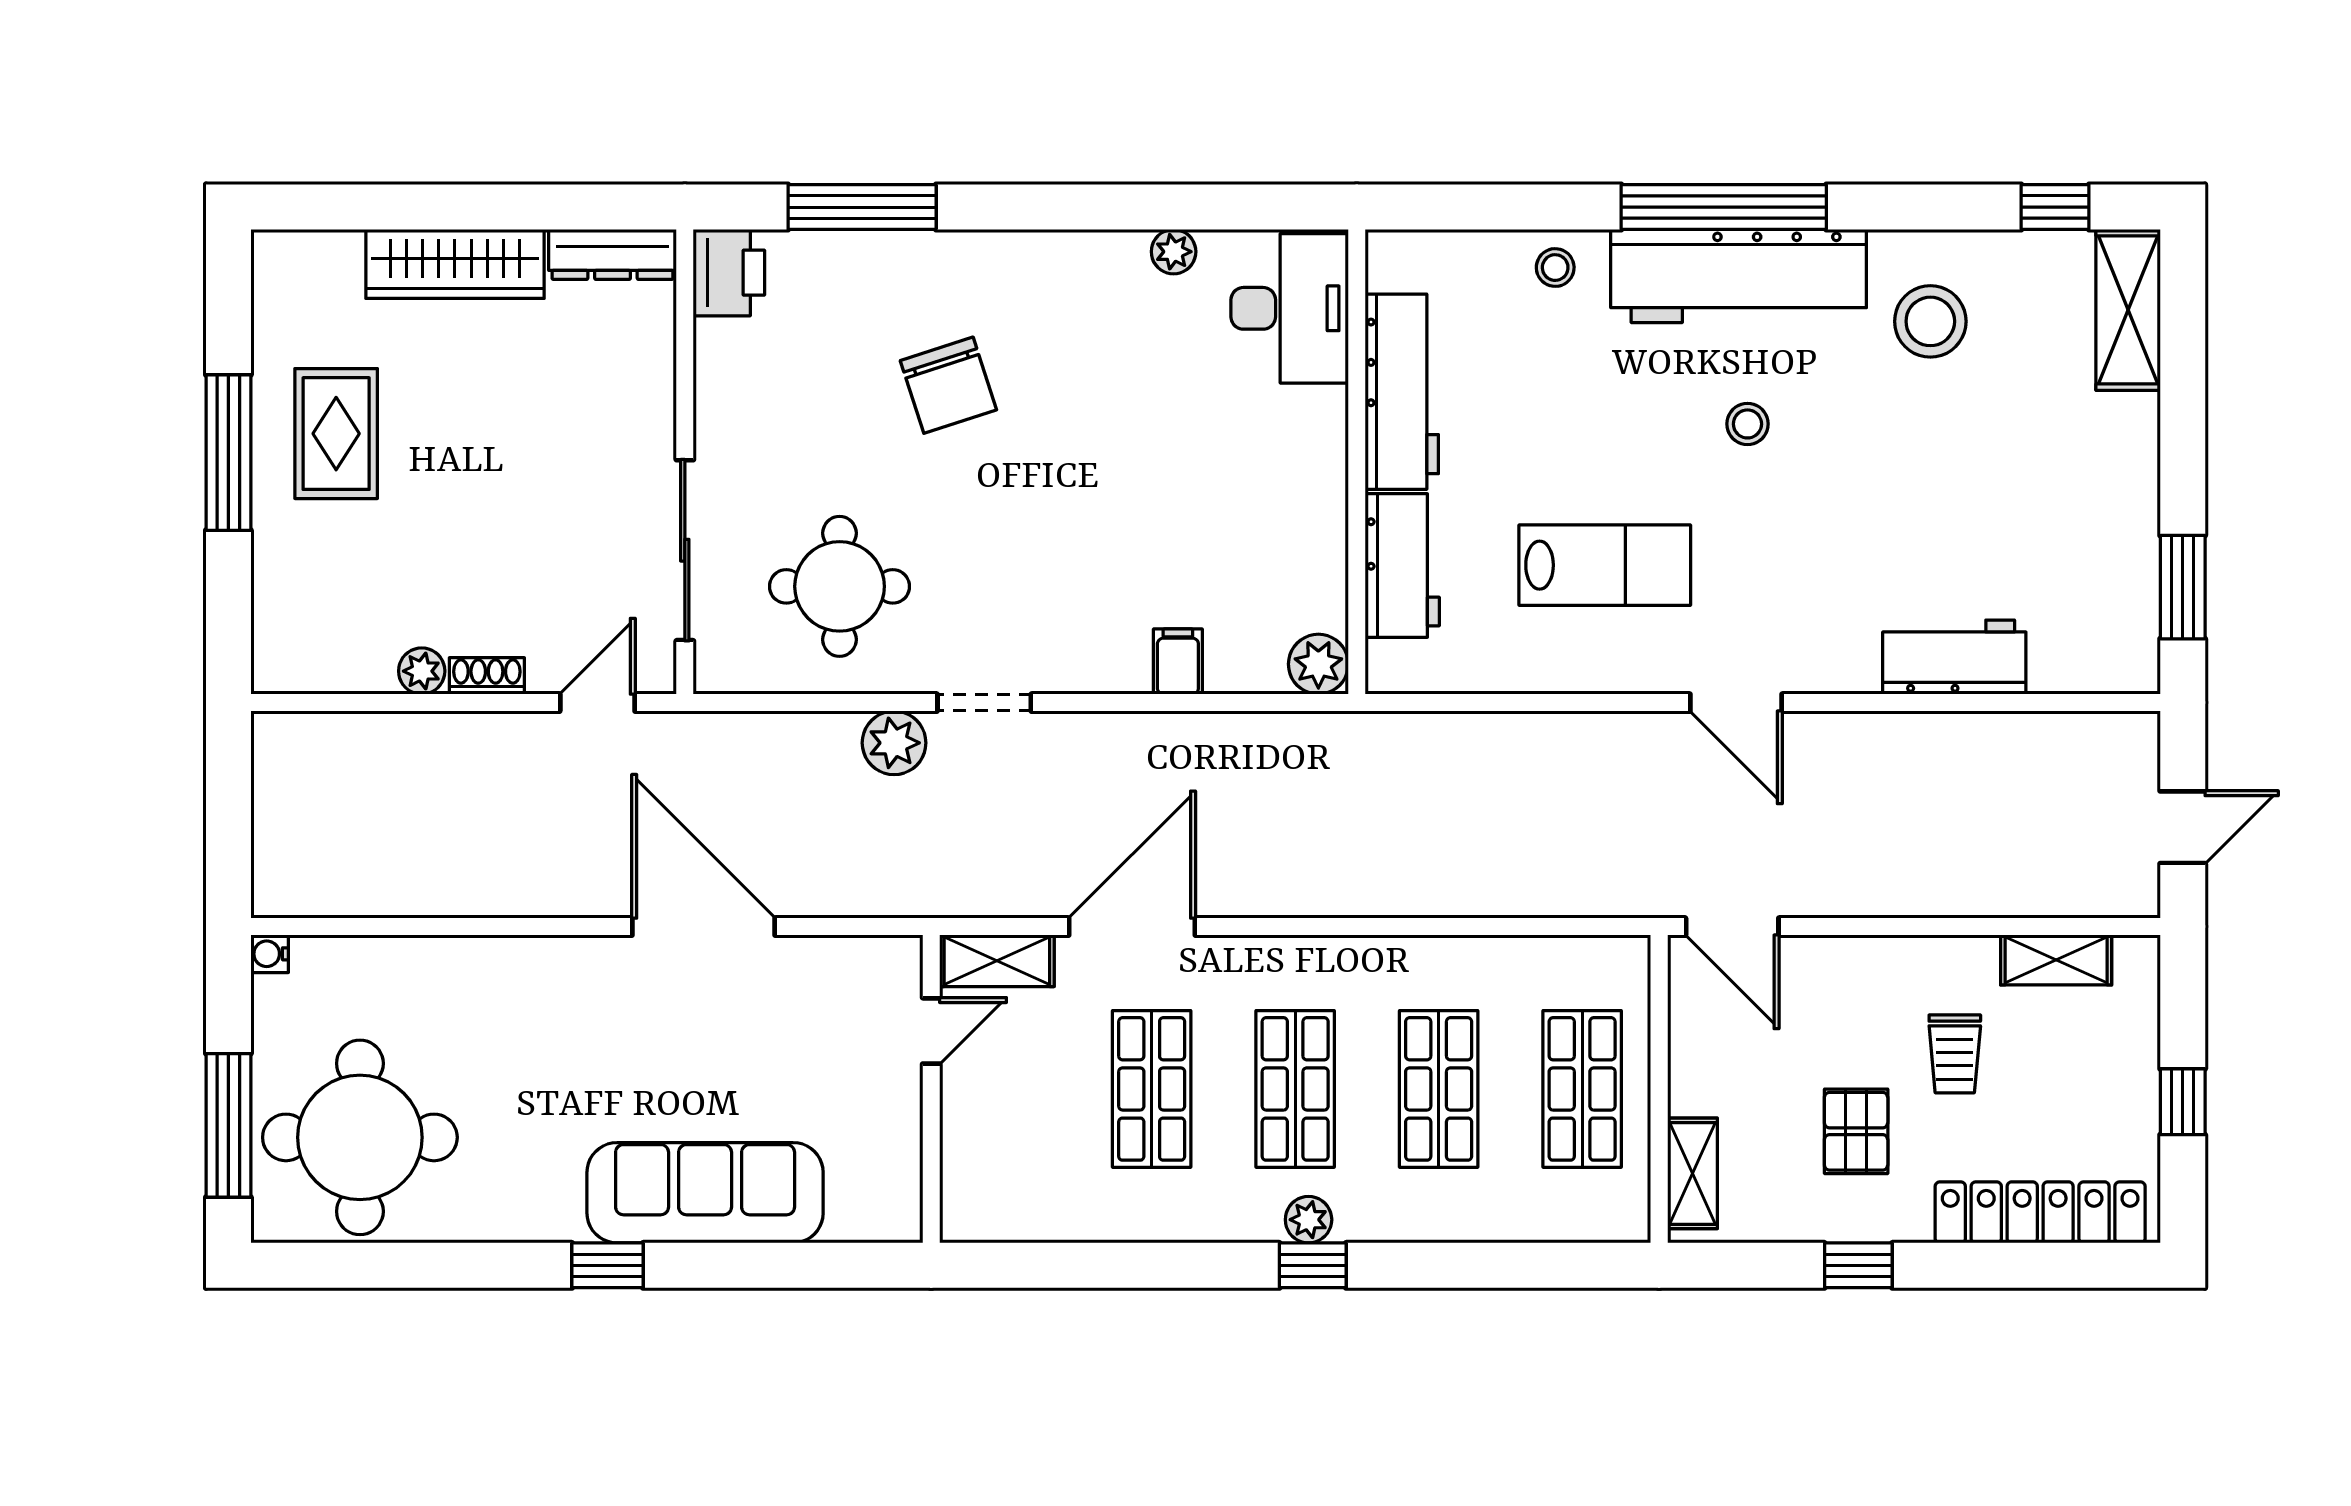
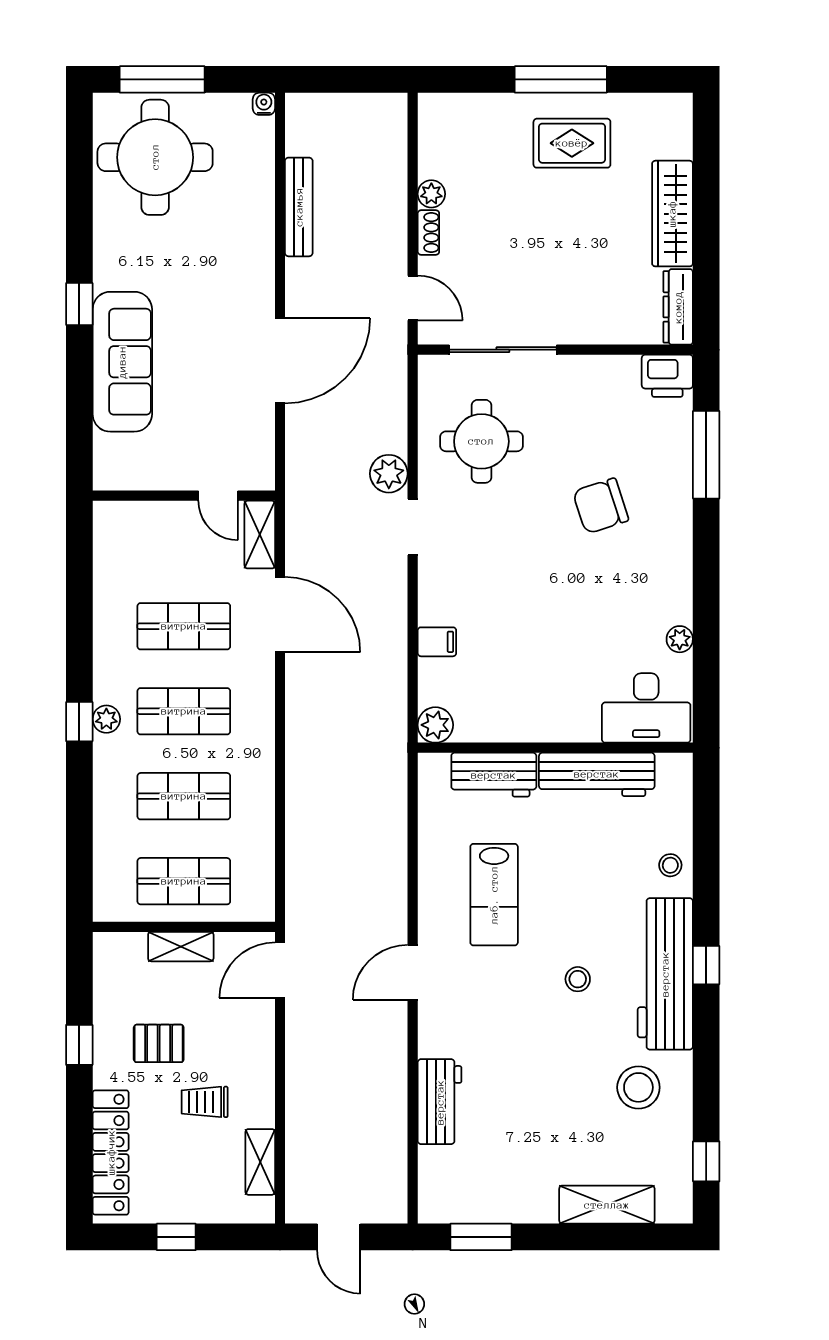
window: (1724, 207) -> (706, 965), width x0.32
shelving: (2128, 310) -> (607, 1205), moved
bench: (444, 895) -> (299, 207), added
shelving: (1692, 1173) -> (181, 947), moved

